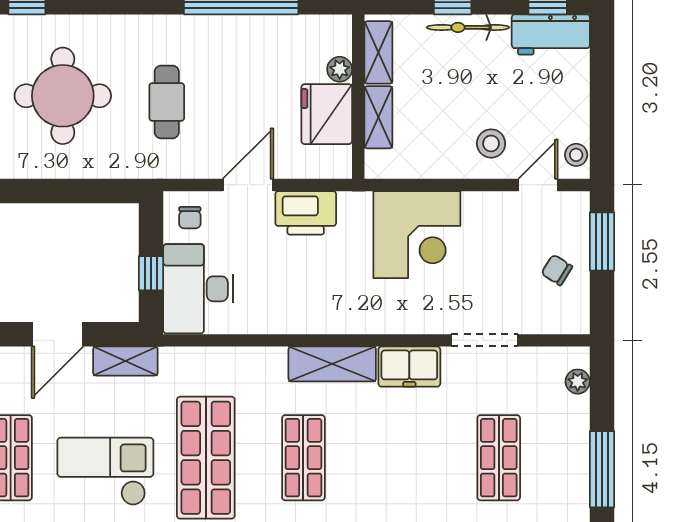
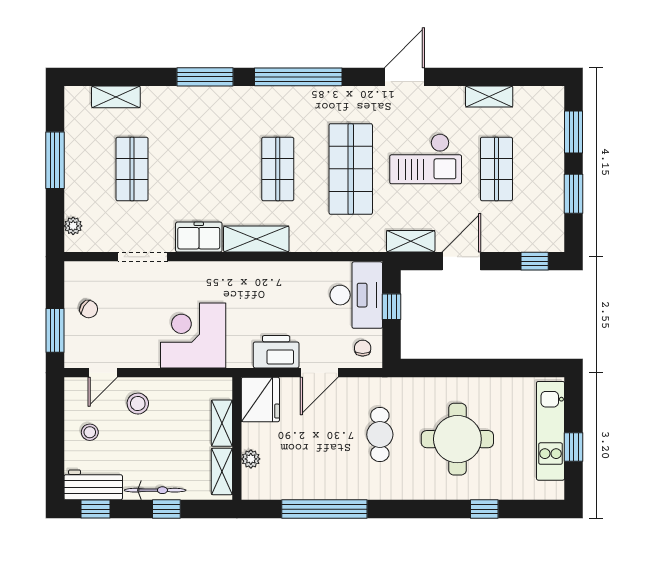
fridge: (327, 114) -> (260, 399), moved
stool: (576, 155) -> (90, 432), moved

